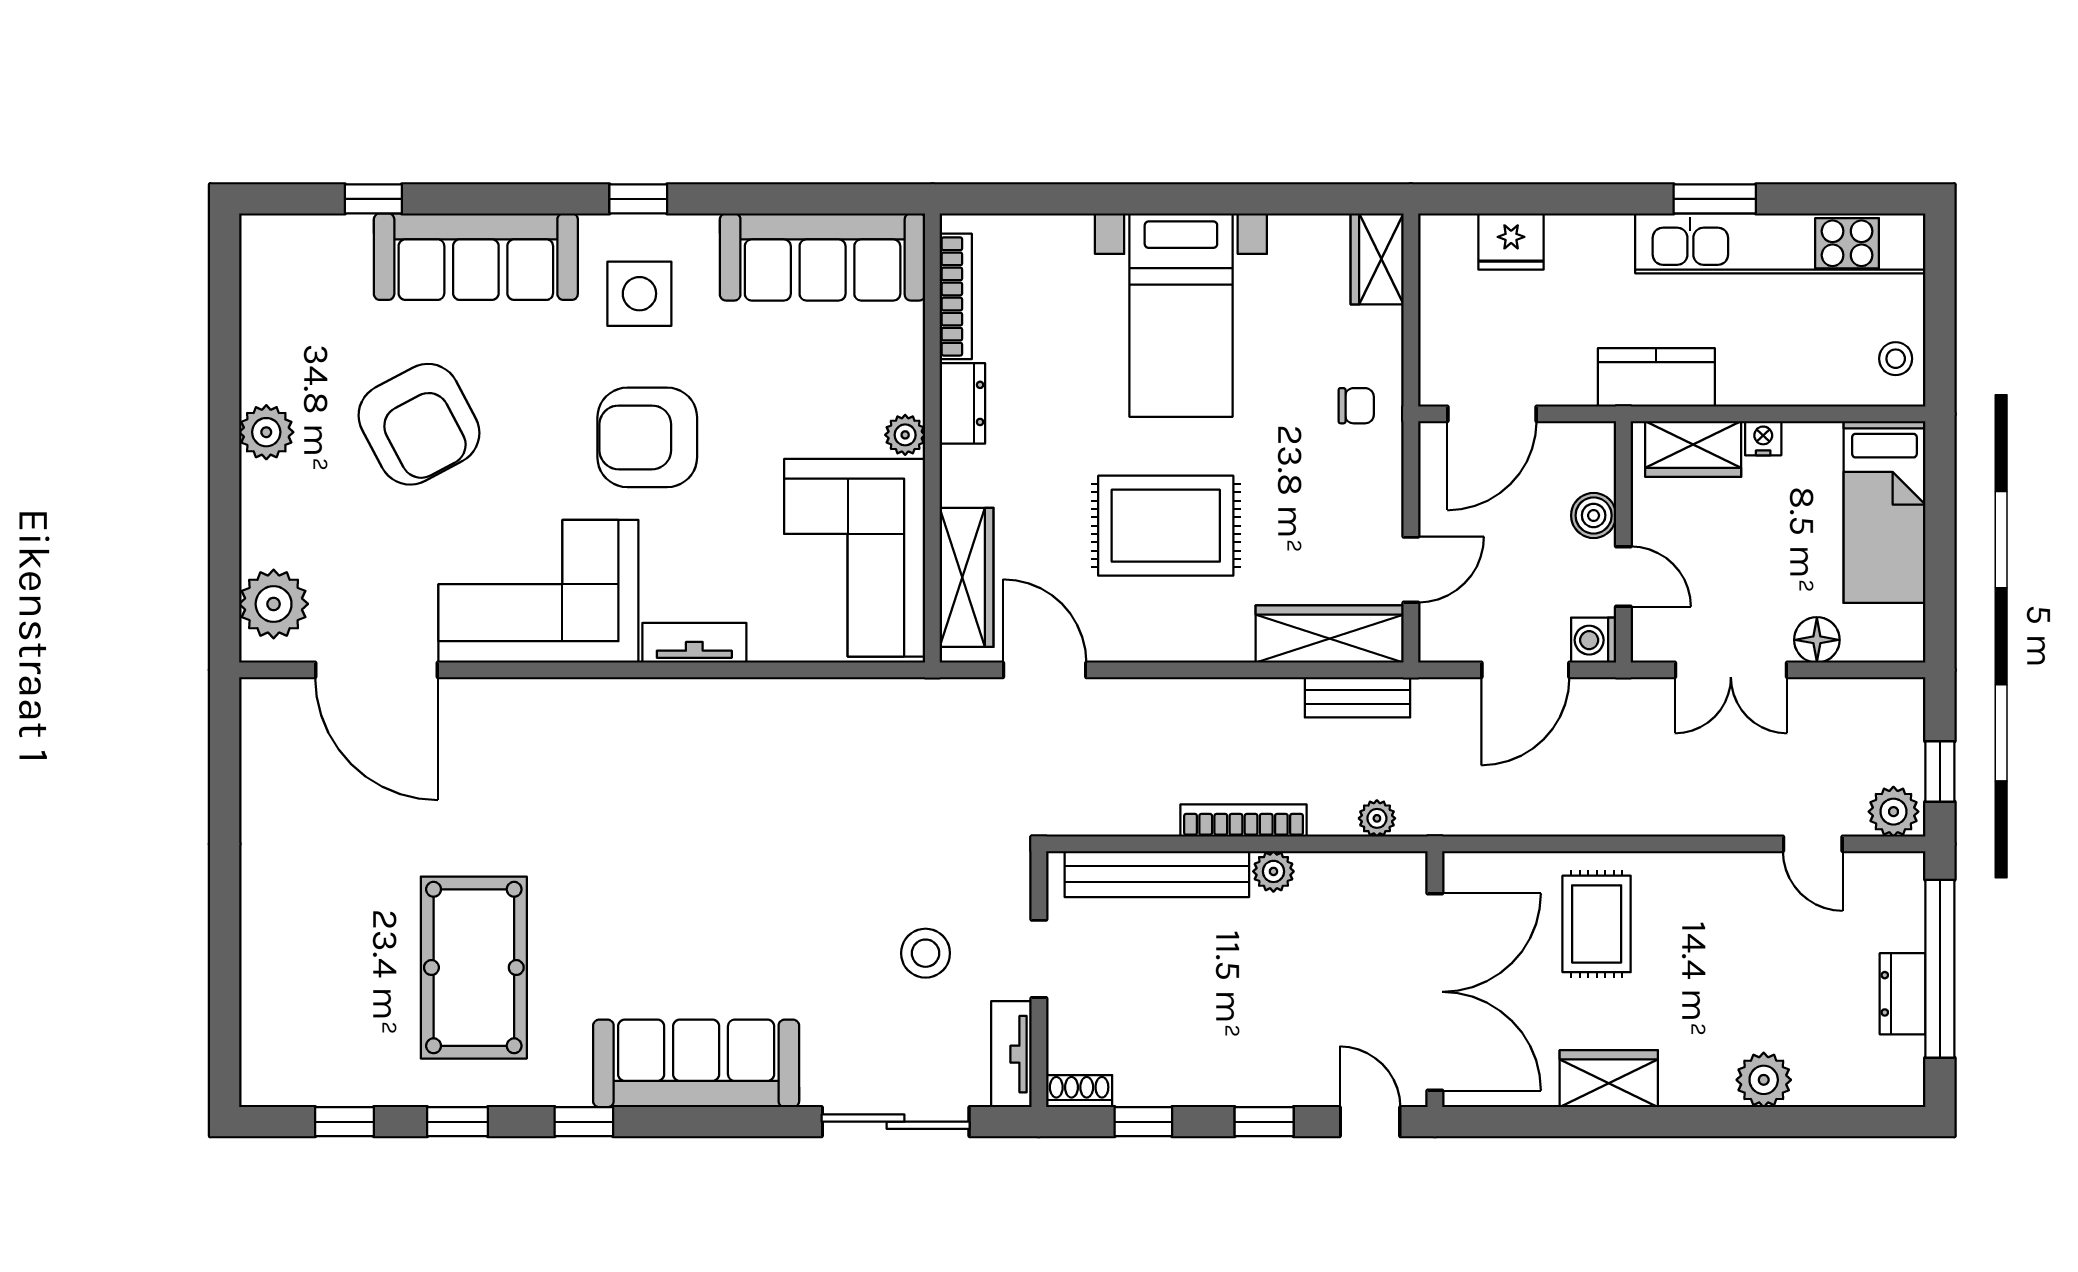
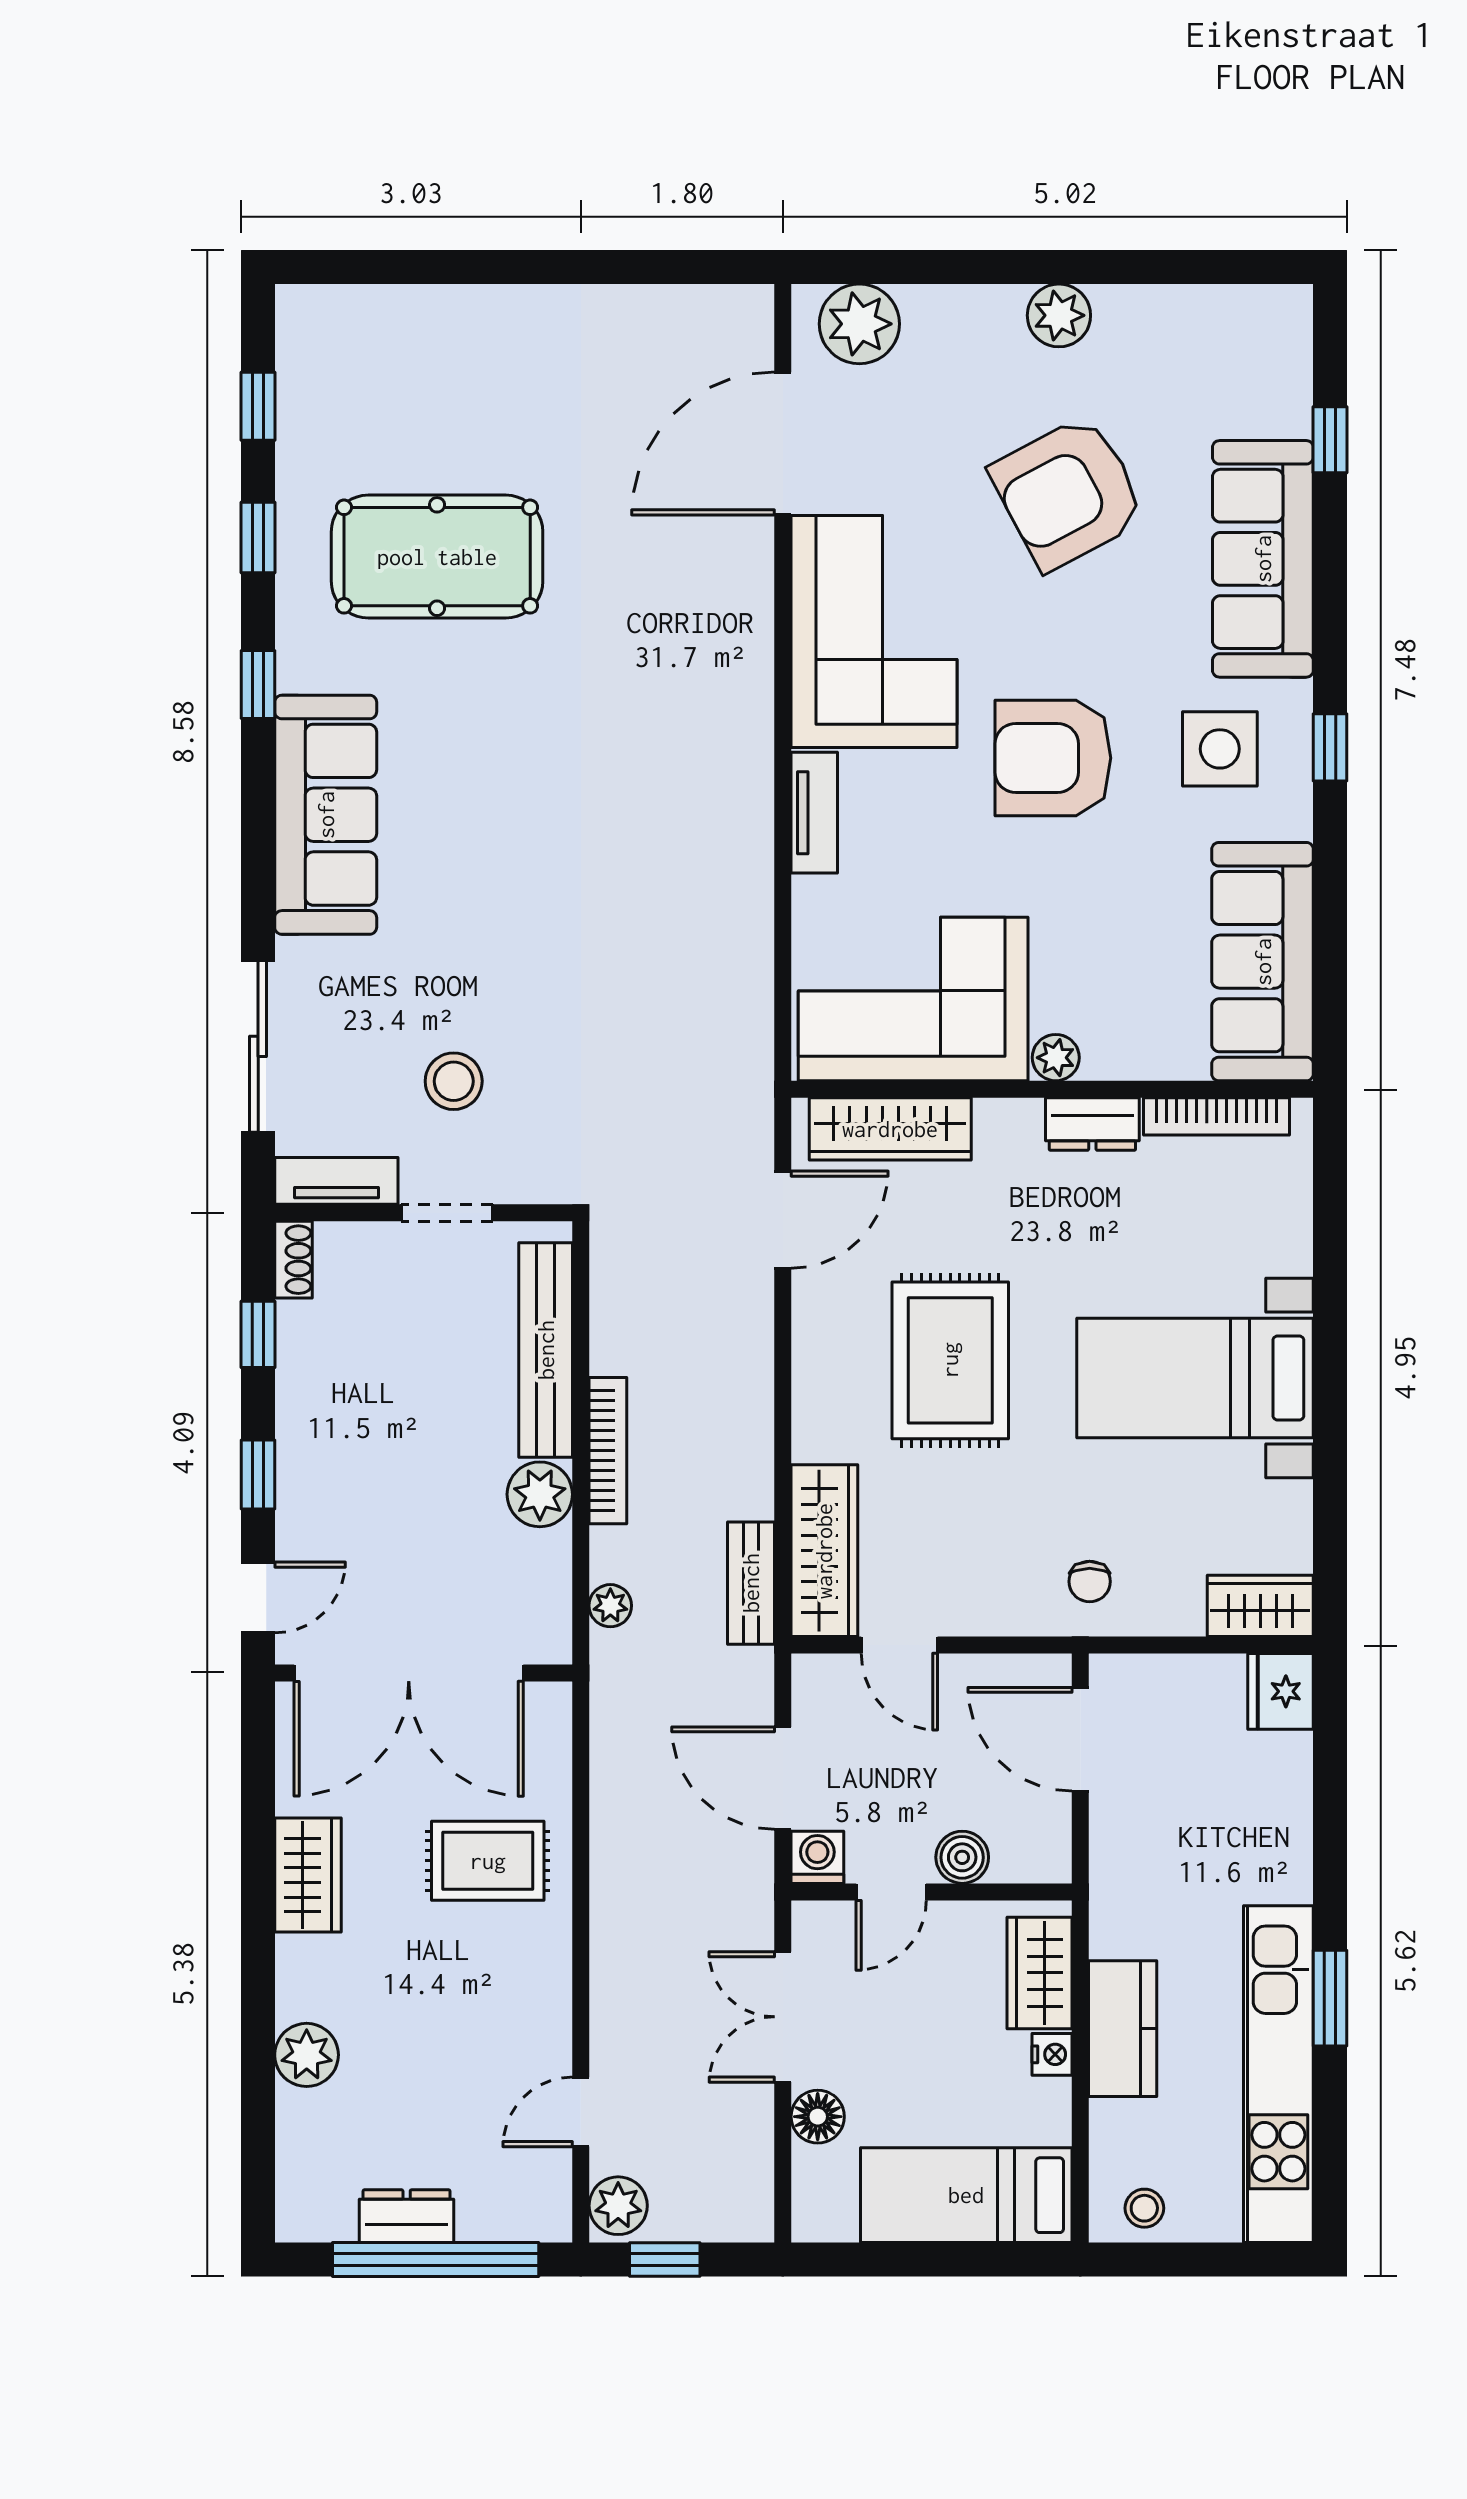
fridge: (1511, 241) -> (1281, 1691), moved
kitchen counter: (1656, 377) -> (1123, 2029), moved
armchair: (647, 437) -> (1053, 758), turned -90
plant: (1273, 871) -> (540, 1494), width x1.38, depth x1.38

